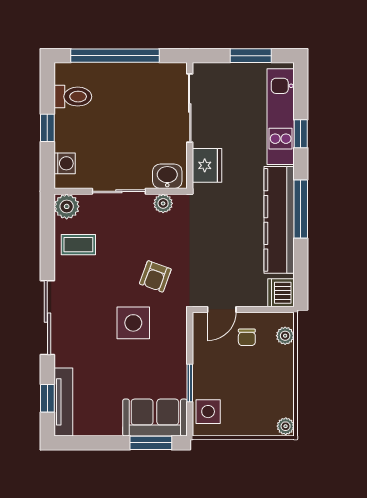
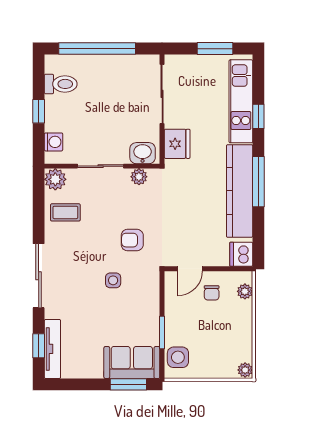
armchair: (155, 276) -> (132, 240), turned 70
side table: (133, 323) -> (113, 280), width x0.54, depth x0.54

